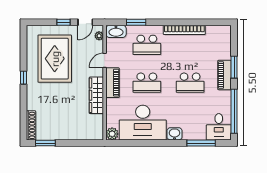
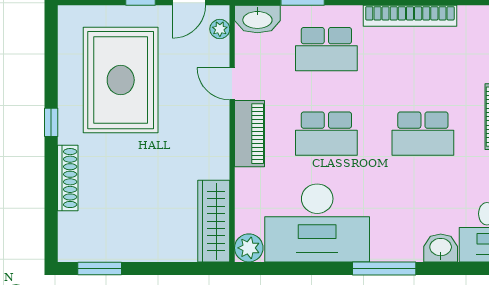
door: (105, 60) -> (232, 84), hinge flipped
wardrobe: (96, 95) -> (214, 221), moved
shoe rack: (31, 125) -> (68, 178), moved
washbasin: (175, 134) -> (441, 248), moved
window: (201, 143) -> (384, 268), moved

